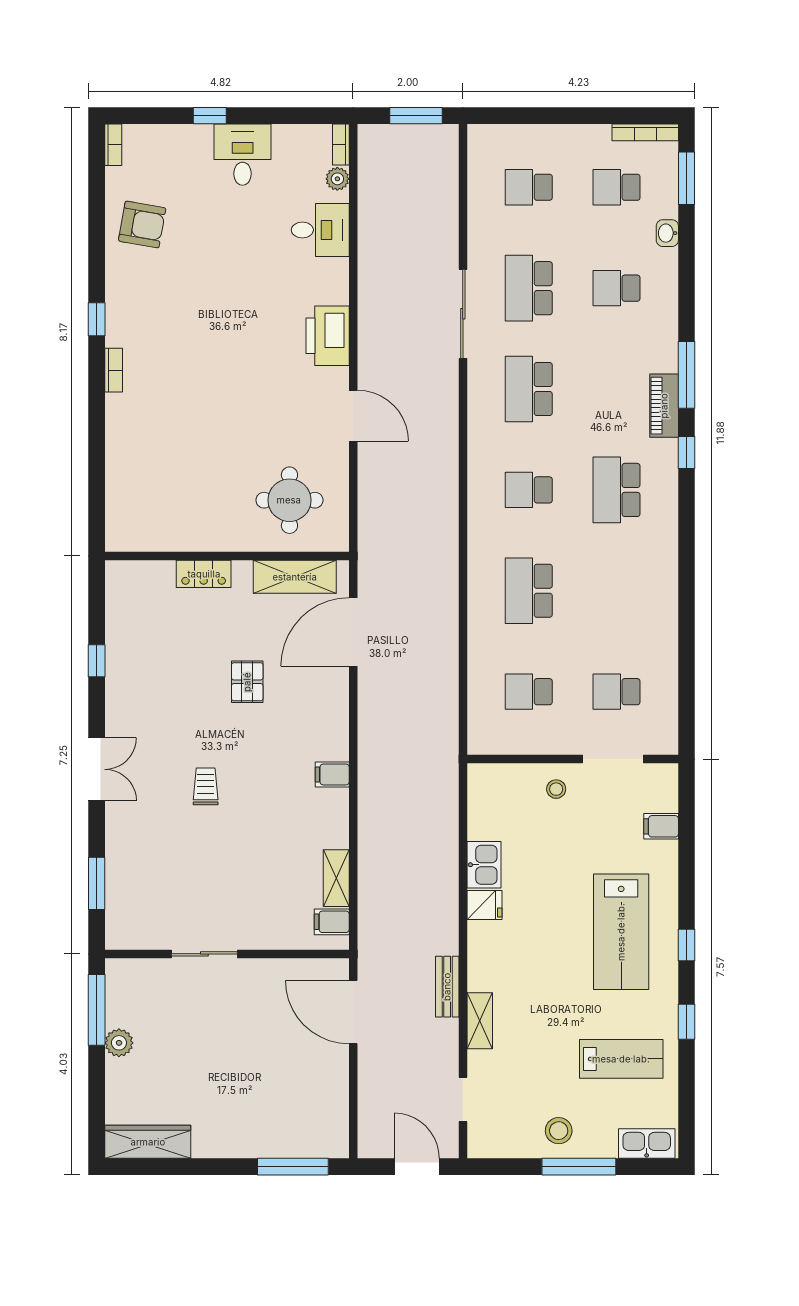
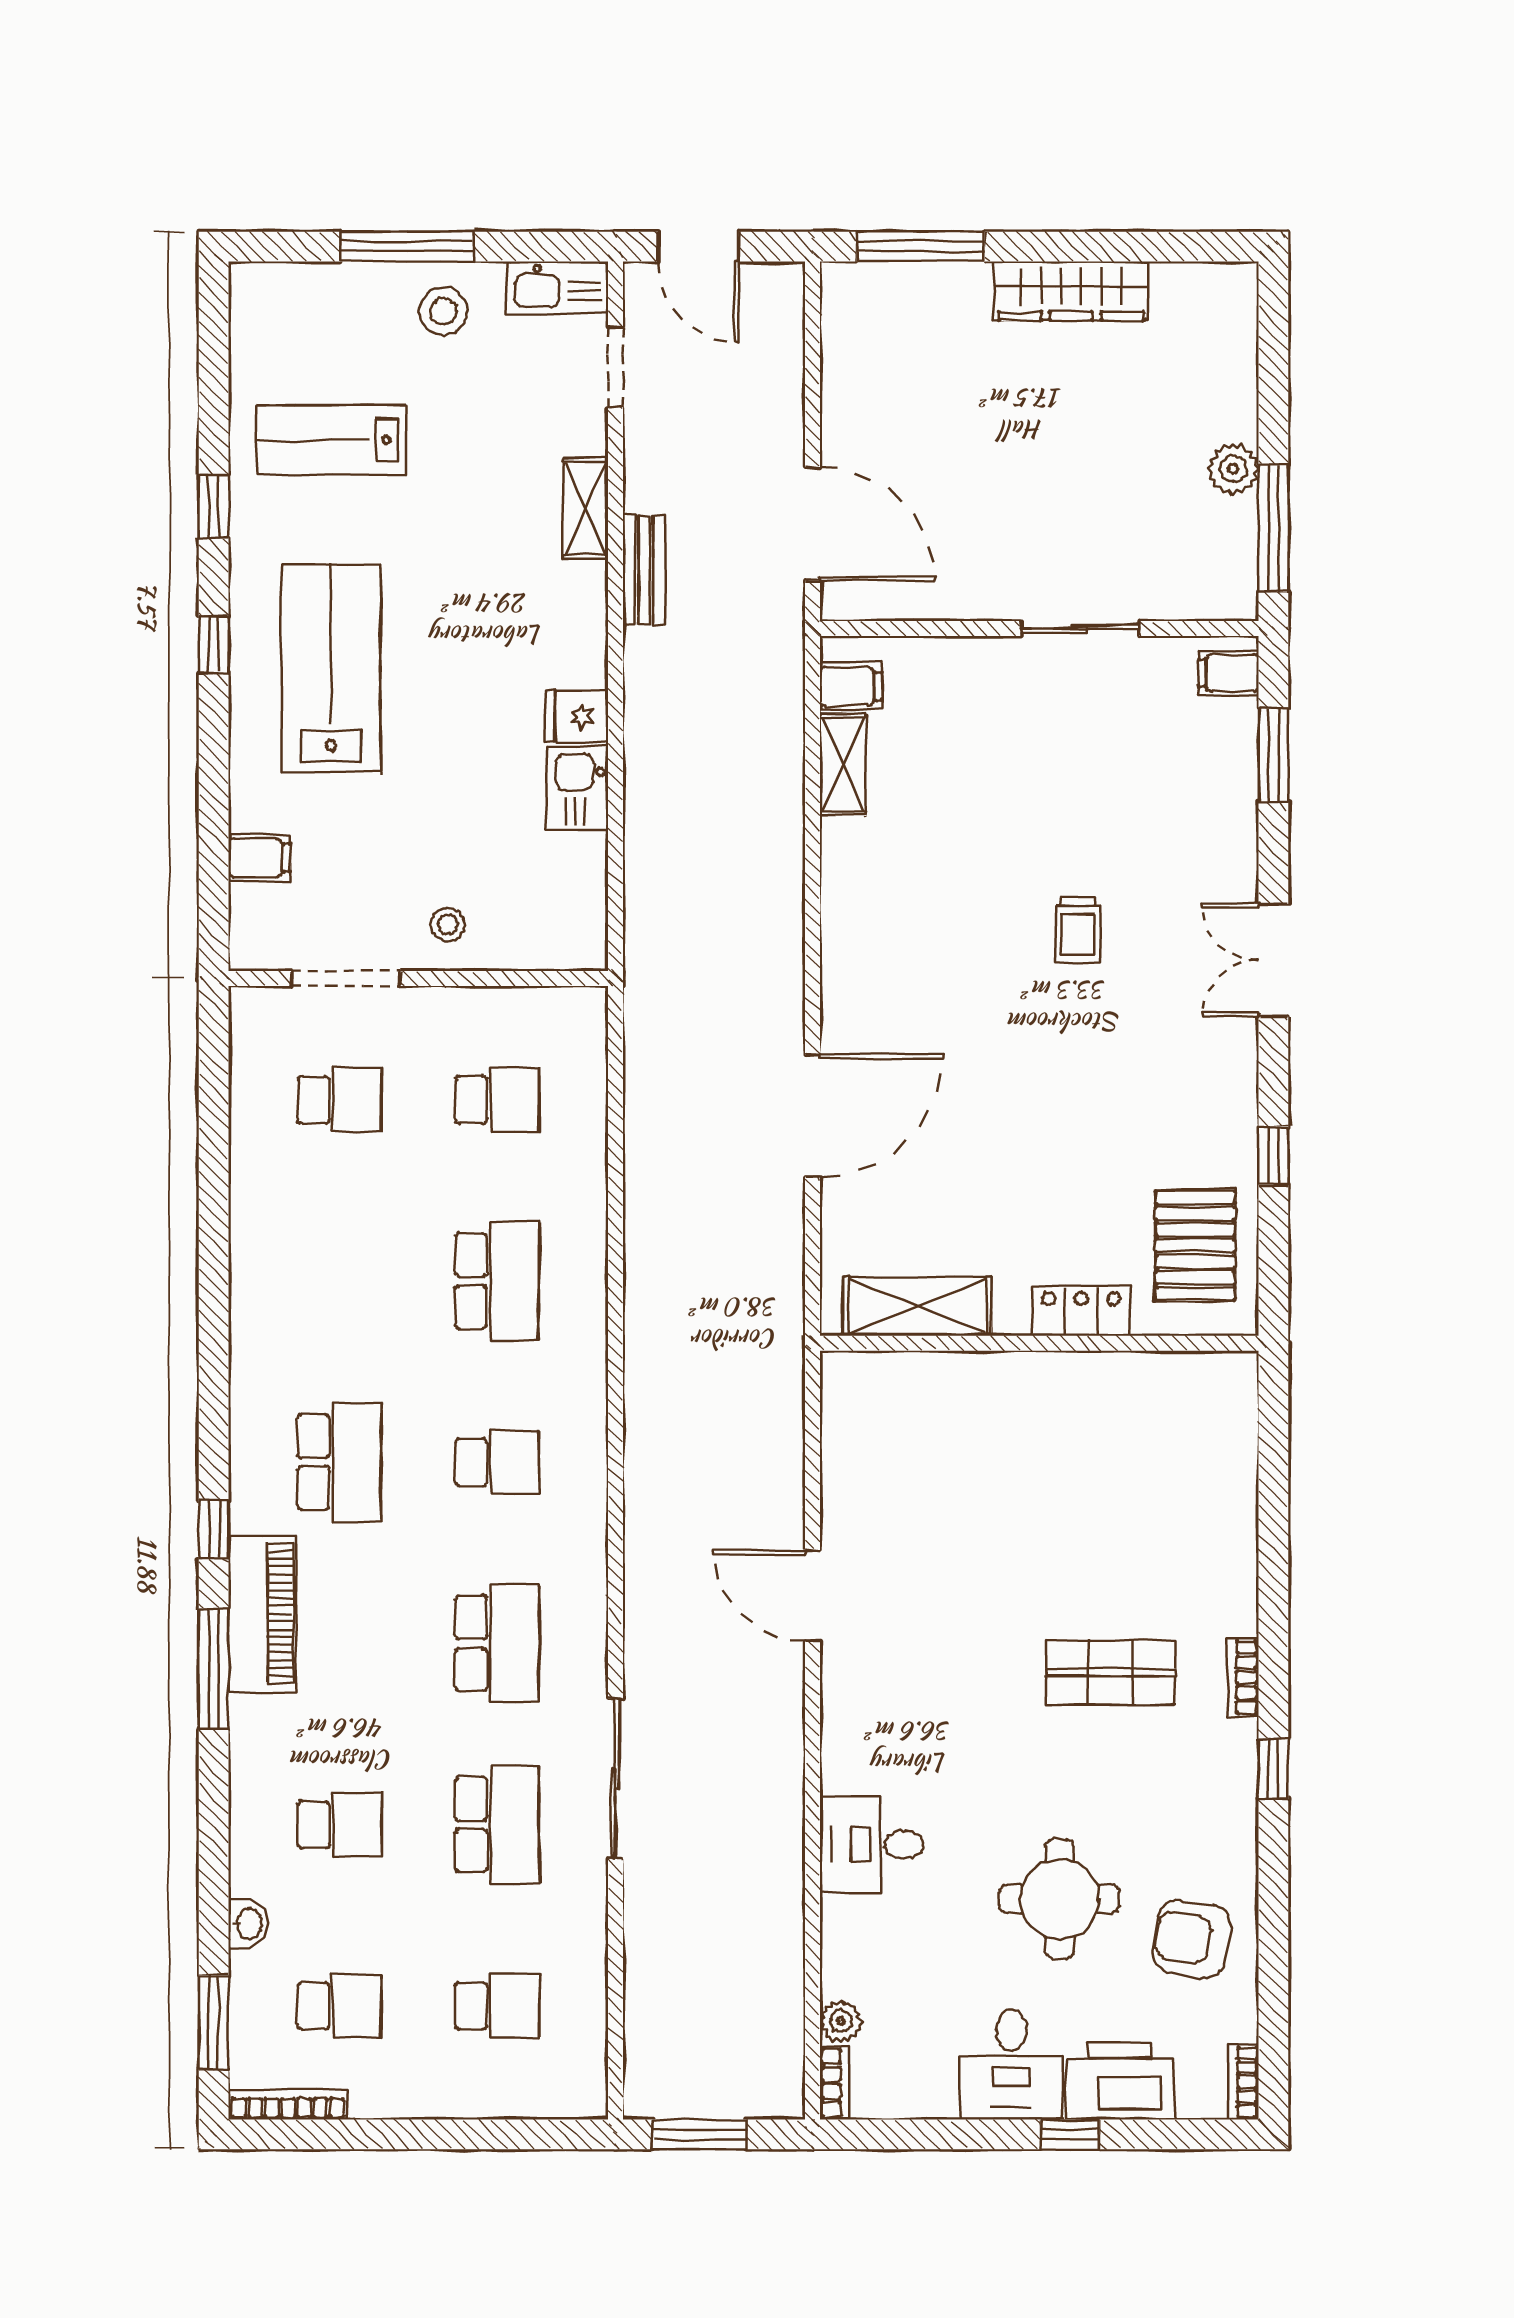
desk: (320, 230) -> (872, 1845), moved
printer: (328, 336) -> (1120, 2081), moved, turned -90
shop shelf: (187, 373) -> (1111, 1673), added
piano: (664, 406) -> (262, 1613), width x1.37, depth x1.33
round table: (289, 500) -> (1060, 1899), moved
door: (353, 632) -> (813, 1115), moved
pallet: (247, 682) -> (1195, 1246), moved, width x1.50, depth x1.42
filing cabinet: (332, 774) -> (1228, 673), moved, turned 180
wardrobe: (148, 1142) -> (1071, 291), moved
kitchen sink: (647, 1143) -> (558, 288), moved

